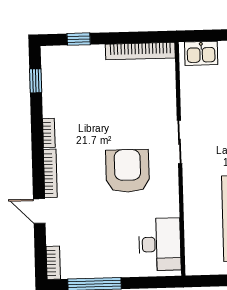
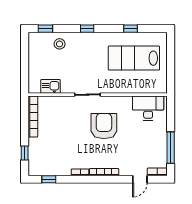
kitchen sink: (201, 53) -> (51, 86), moved, turned -90
armchair: (128, 171) -> (104, 126), turned 90
door: (39, 211) -> (140, 179), moved

